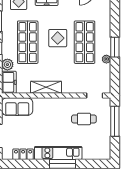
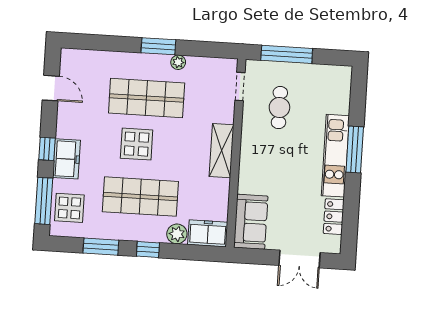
shelving: (46, 87) -> (222, 151), moved

